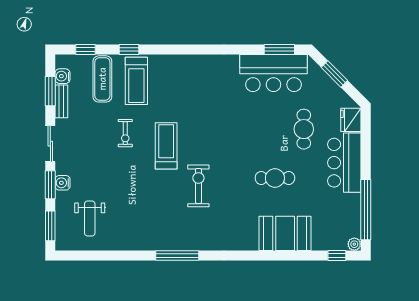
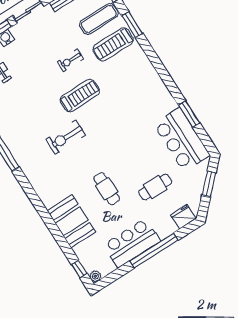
window: (129, 50) -> (132, 25), width x1.50
window: (279, 50) -> (189, 114), moved
bar counter: (344, 163) -> (132, 243), moved
exercise bike: (198, 186) -> (66, 137), turned 180
window: (366, 210) -> (154, 251), moved

